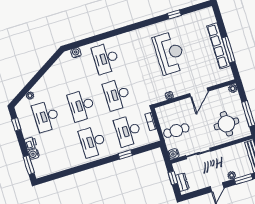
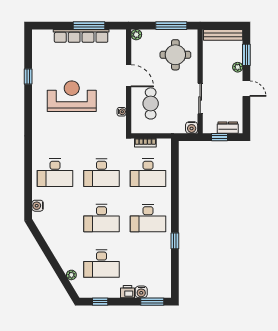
cafe table: (176, 131) -> (151, 103), moved
window: (125, 155) -> (175, 241), moved

